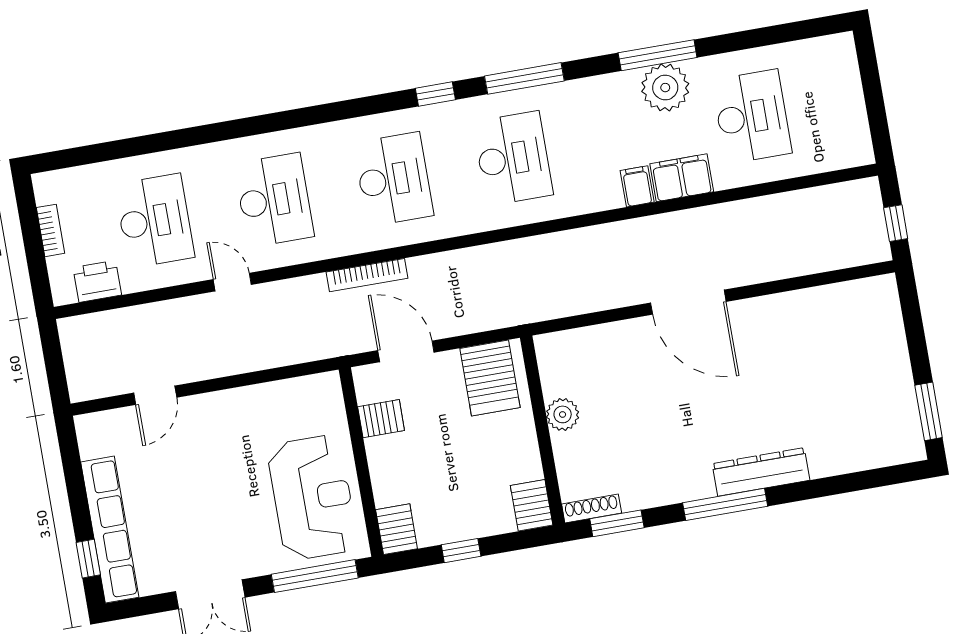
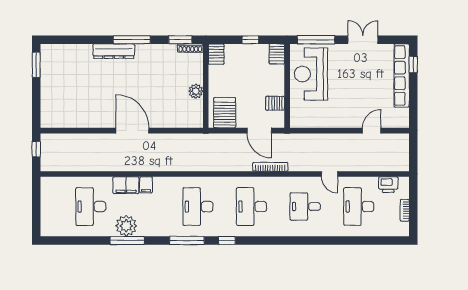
desk: (274, 200) -> (305, 207), width x0.73

